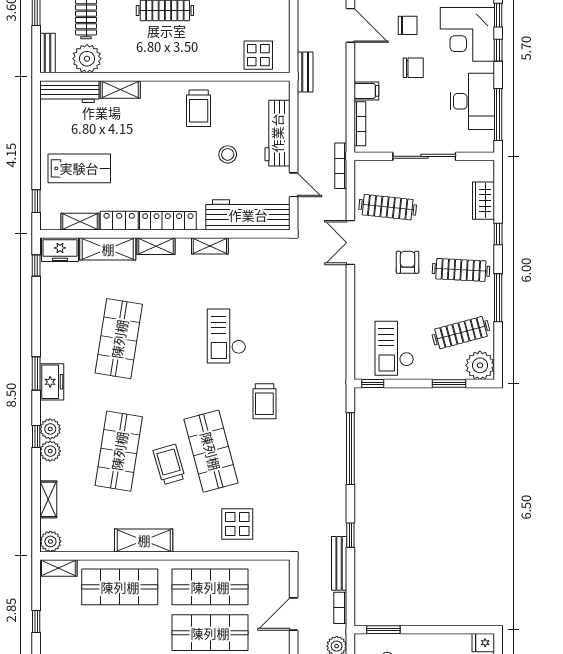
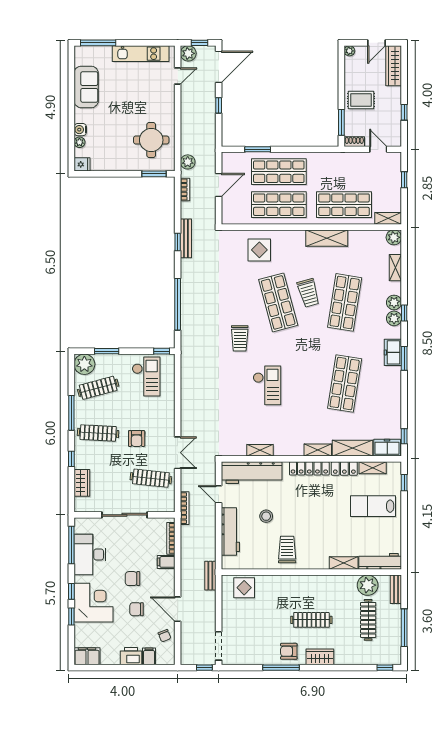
shelving: (210, 246) -> (260, 450), moved
trolley: (264, 401) -> (240, 338), turned 180
bench: (339, 563) -> (186, 238), moved

